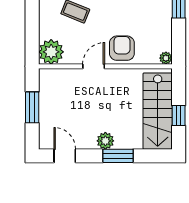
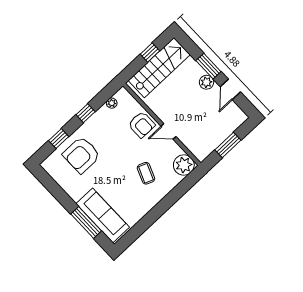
armchair: (122, 48) -> (142, 125), turned -90
plant: (166, 58) -> (112, 103), moved
door: (65, 156) -> (230, 89), moved

